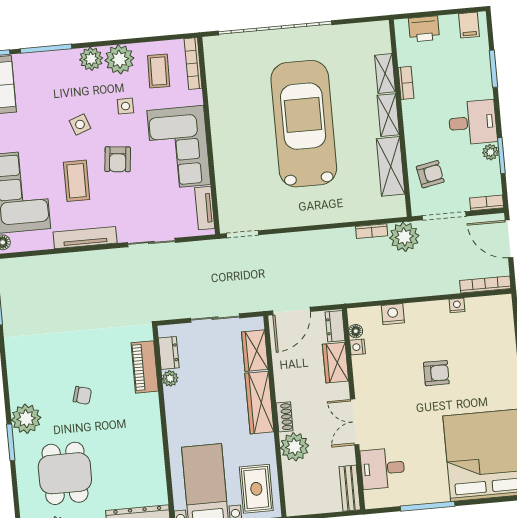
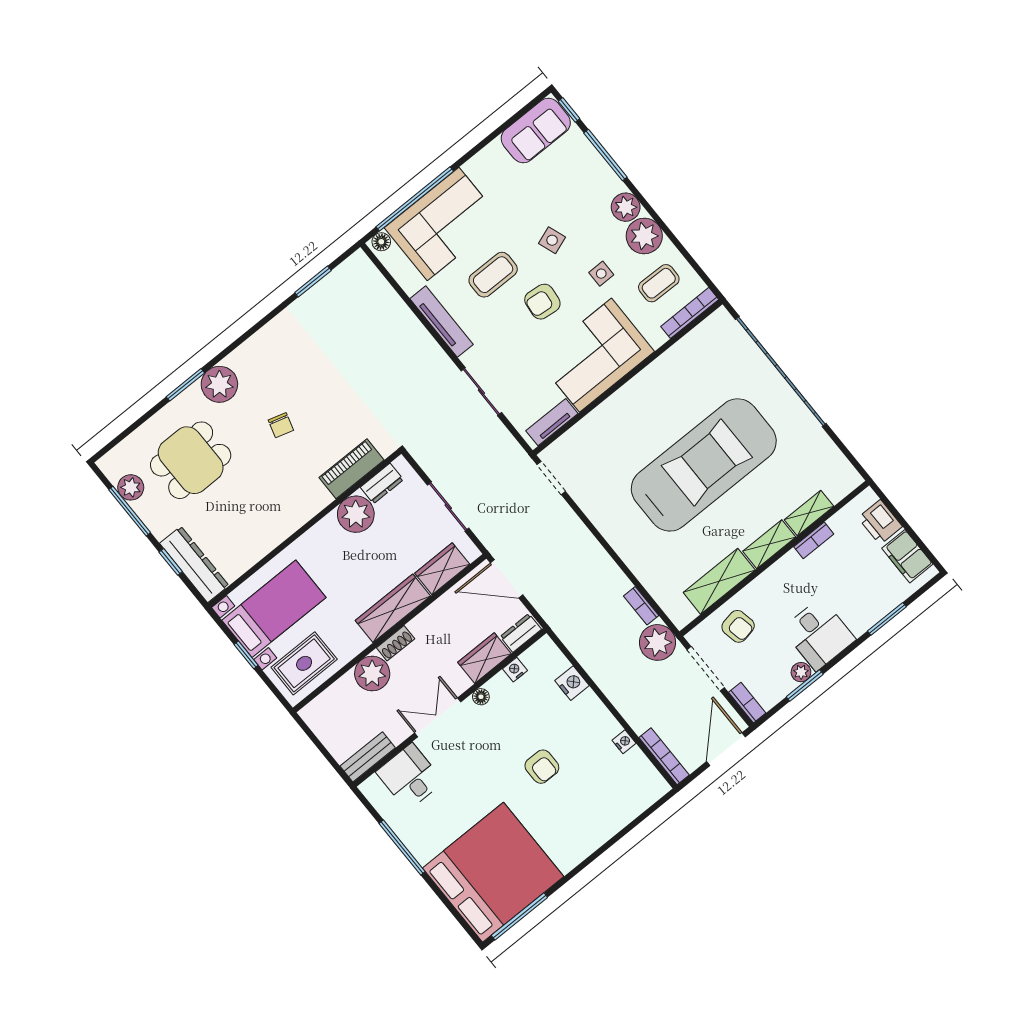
filing cabinet: (469, 25) -> (907, 556), width x2.00
floor lamp: (356, 331) -> (481, 697), moved
plant: (170, 378) -> (356, 514), width x1.87, depth x1.87

